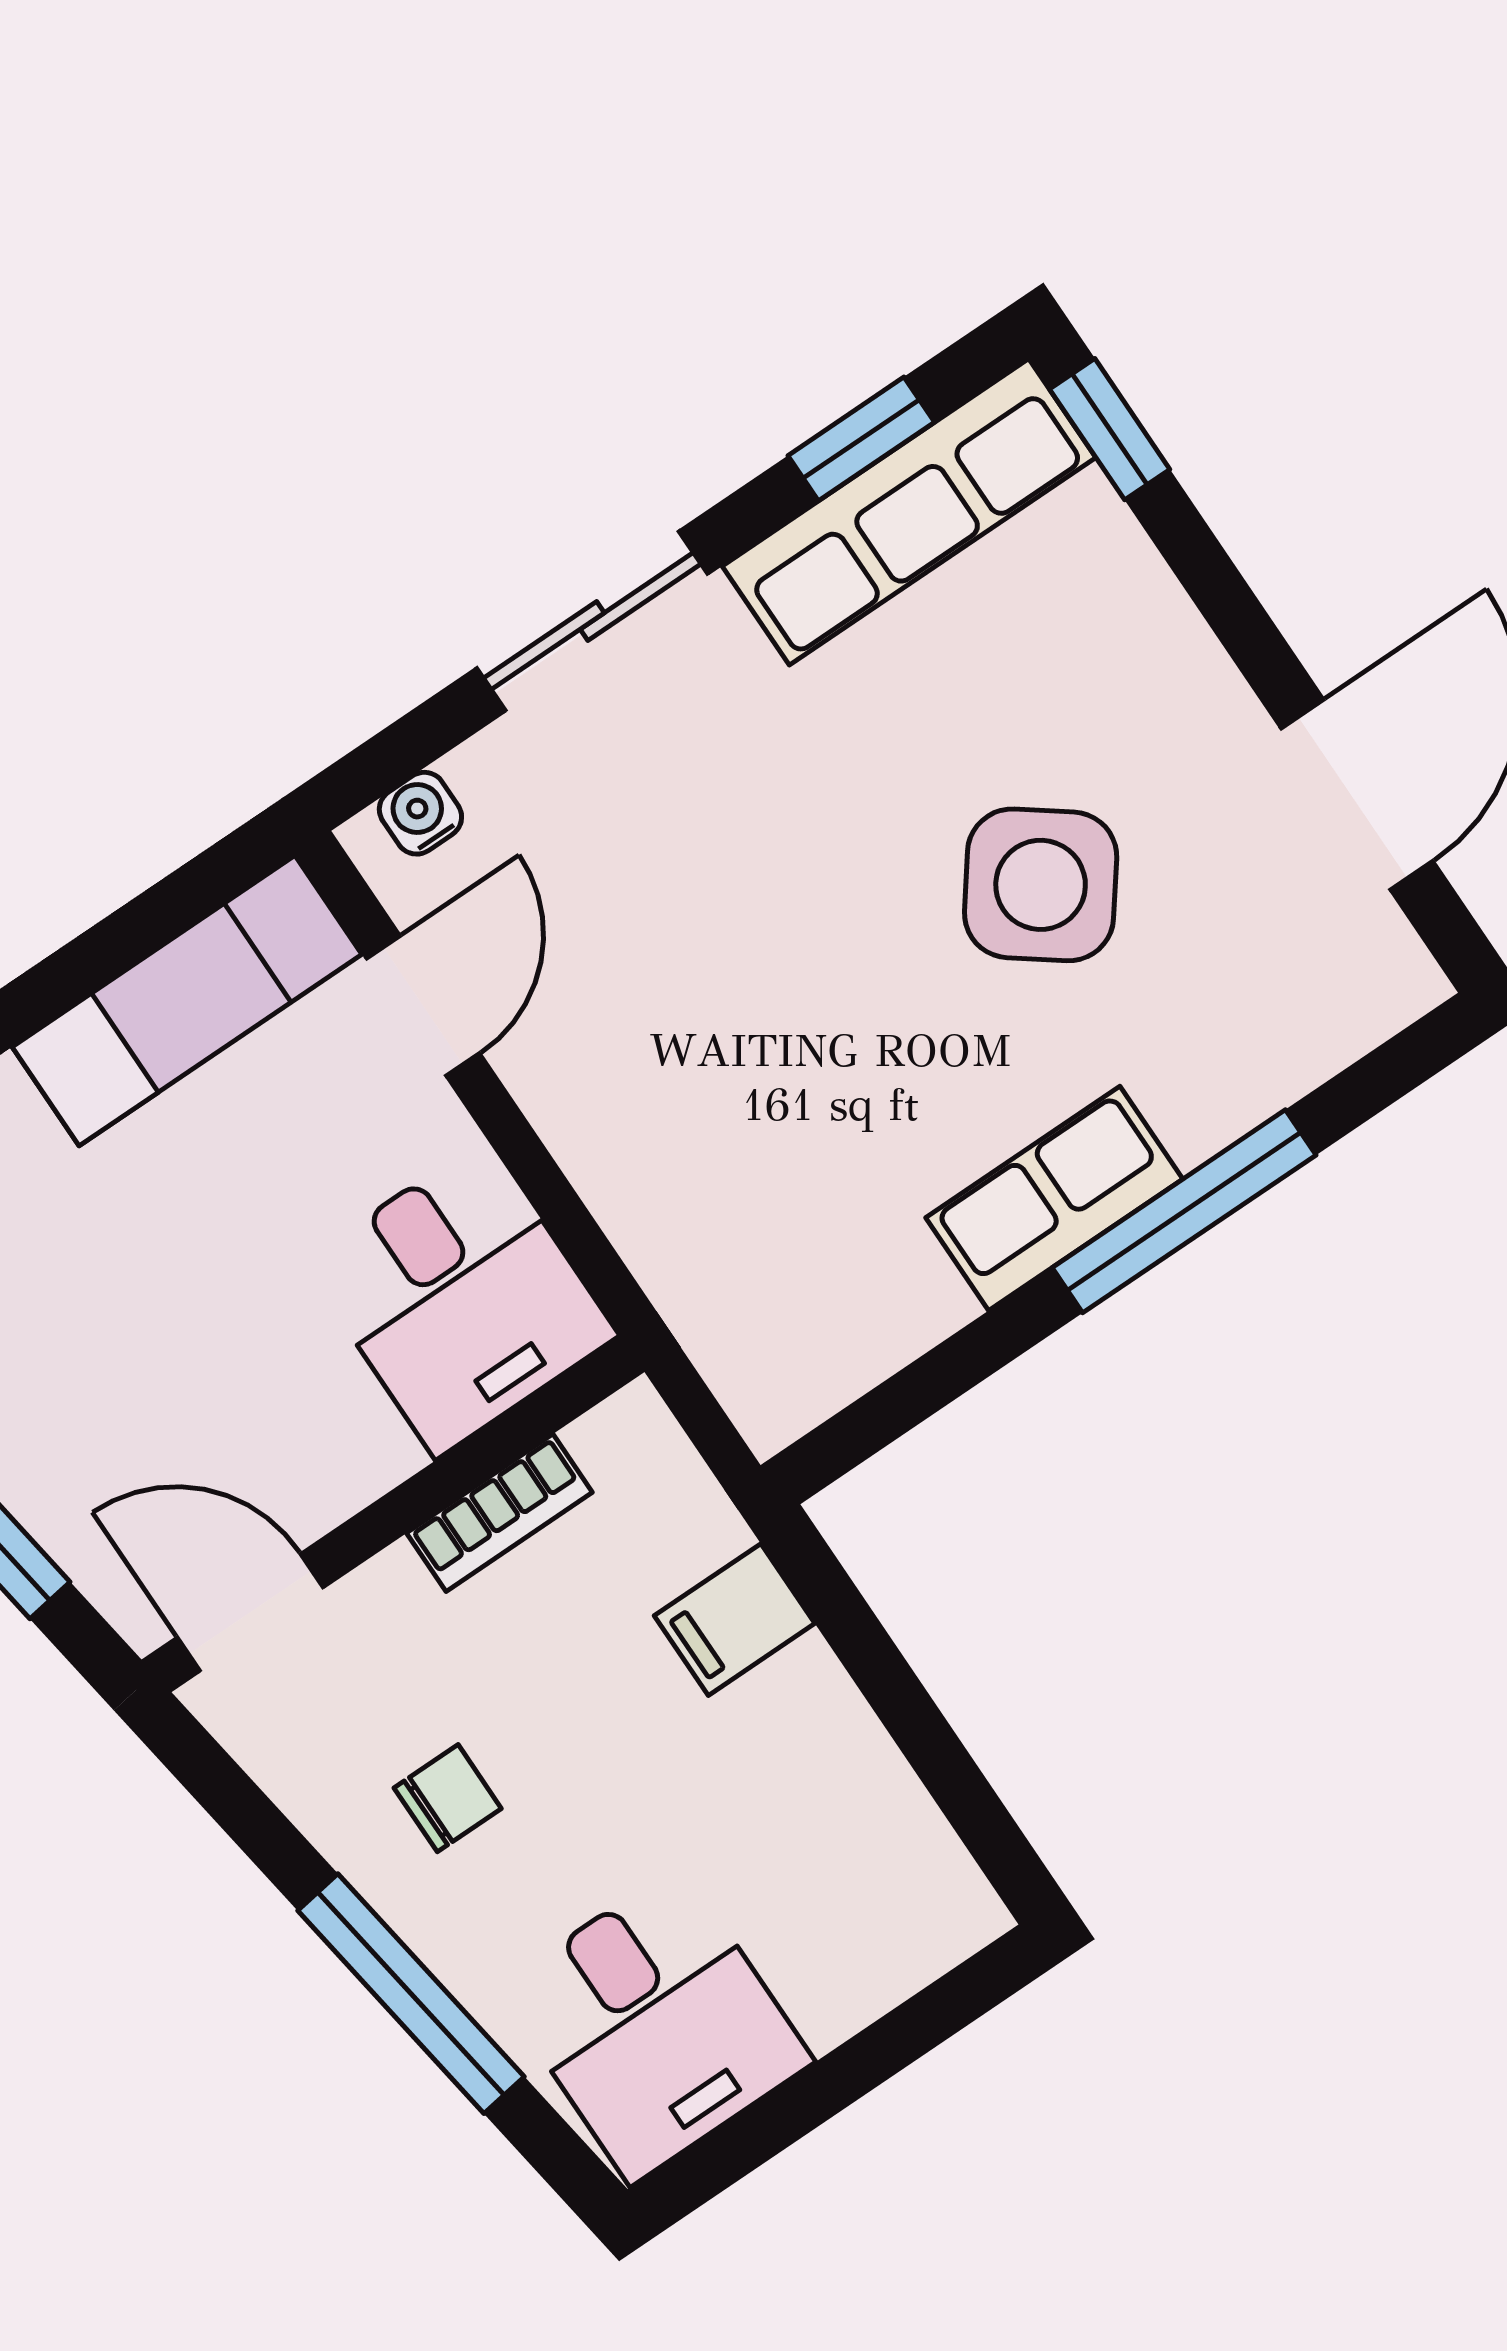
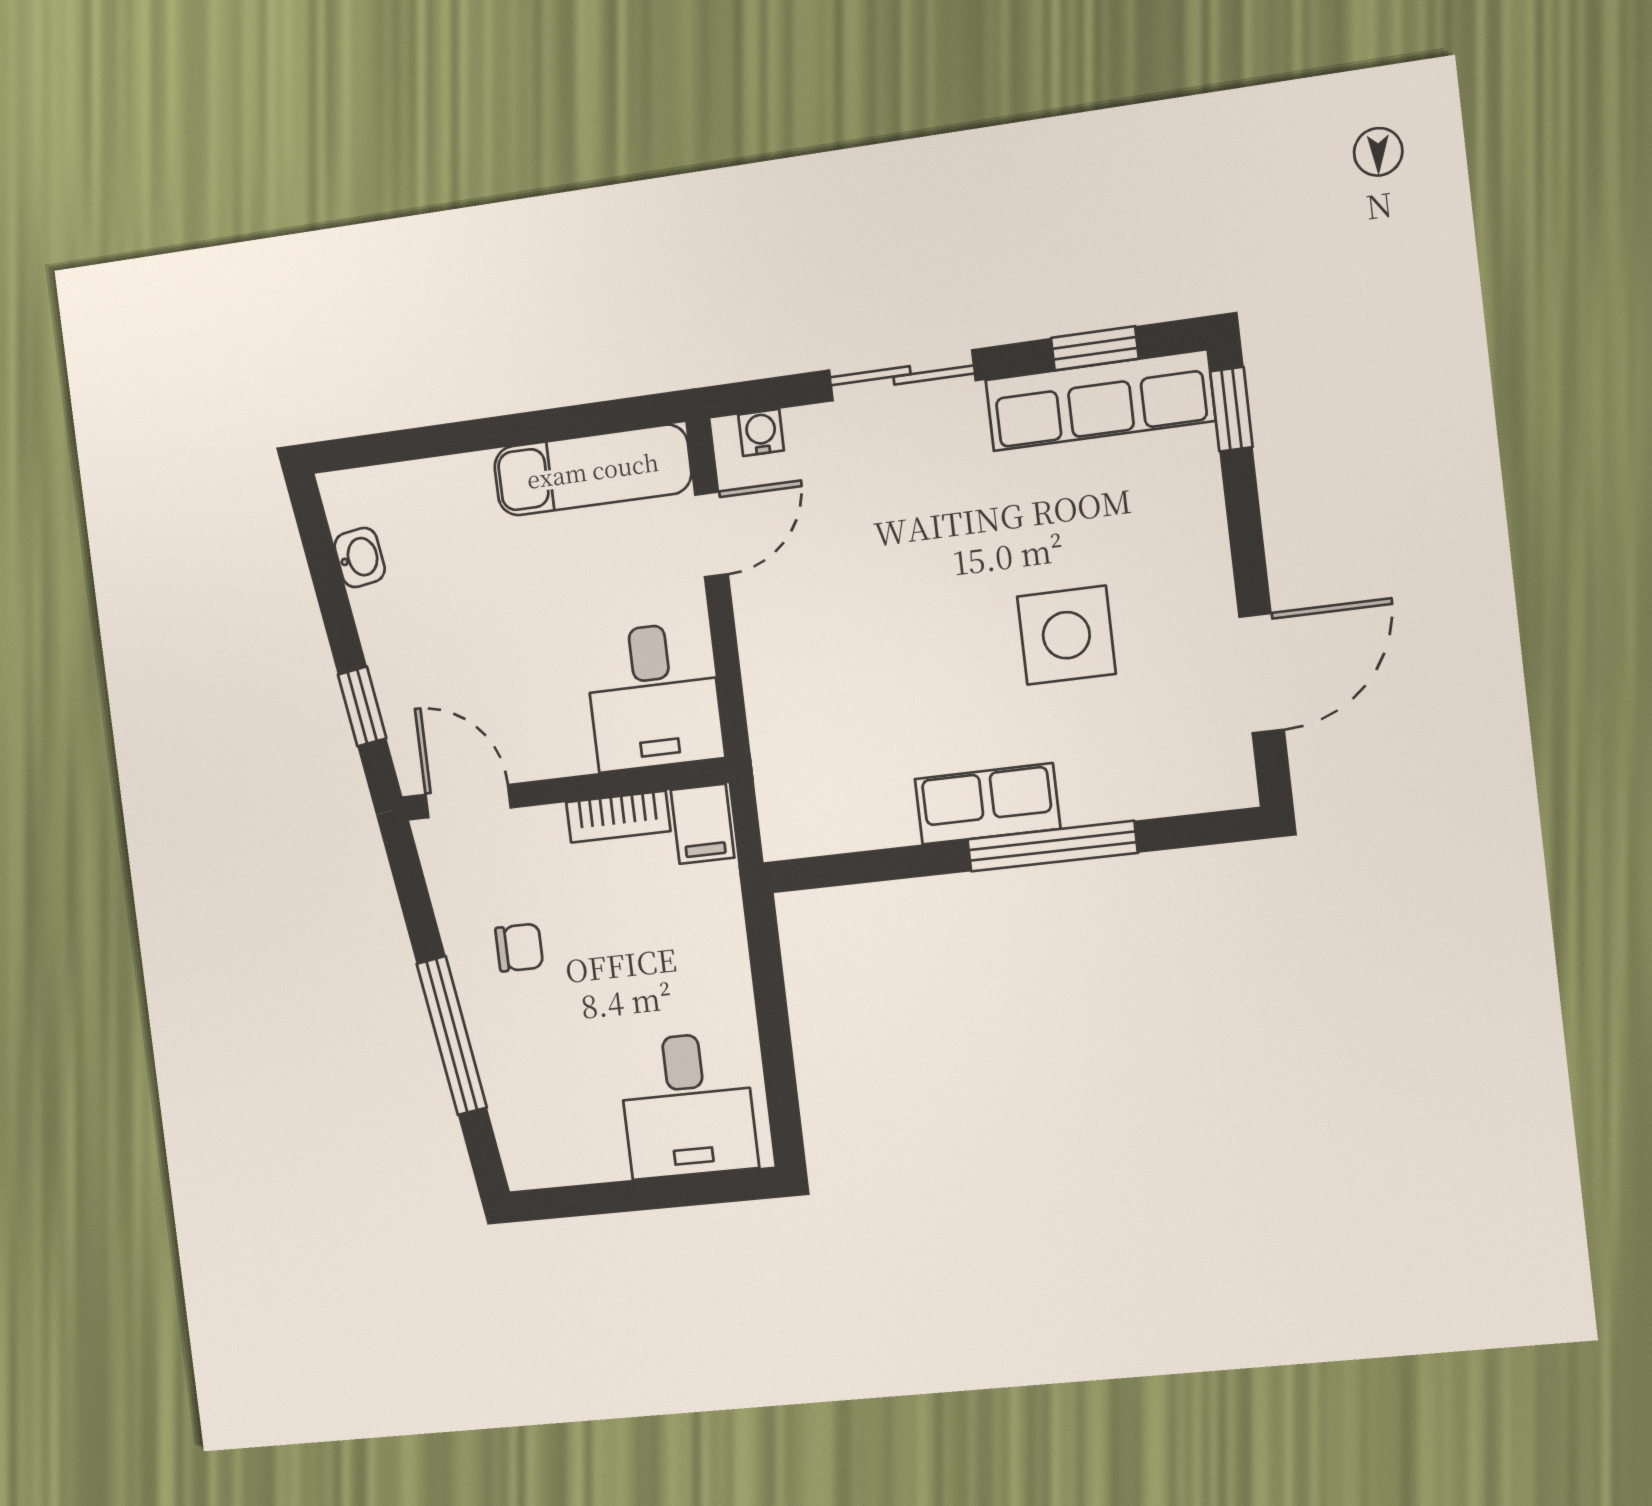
side table: (1041, 885) -> (1066, 635), turned -37
filing cabinet: (735, 1620) -> (702, 824), moved, turned -90
desk: (655, 2025) -> (688, 1105), moved

